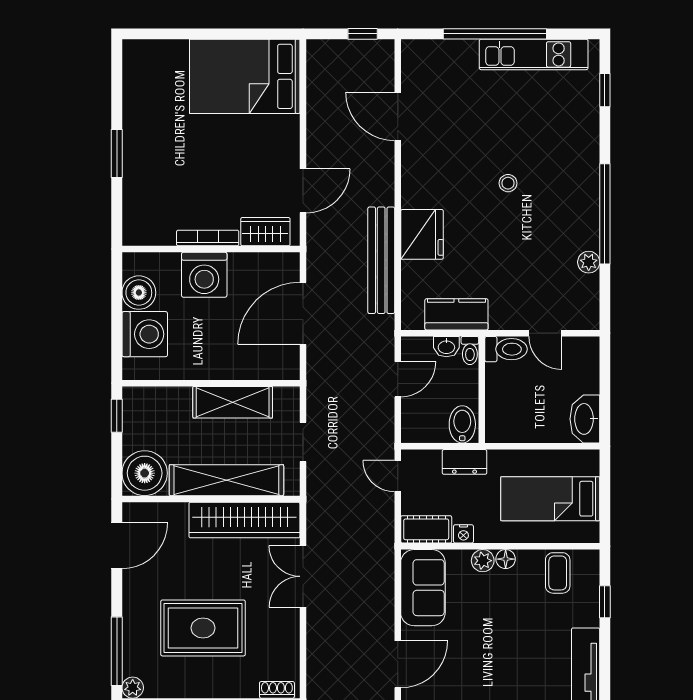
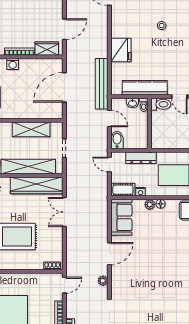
bench: (381, 260) -> (102, 84), moved
washing machine: (204, 275) -> (13, 64), width x0.53, depth x0.53
kitchen counter: (456, 314) -> (145, 88), width x1.50
door: (398, 379) -> (109, 119), hinge flipped
bidet: (462, 424) -> (117, 140), moved
dresser: (464, 462) -> (141, 158), width x1.44

